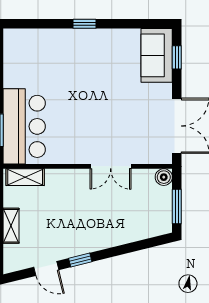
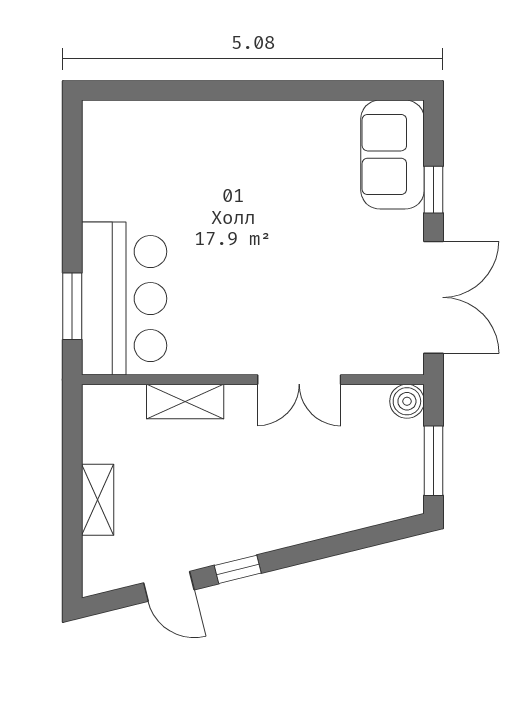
window: (85, 24) -> (246, 91), removed
window: (177, 57) -> (433, 190), moved
shelving: (25, 177) -> (185, 401), moved

